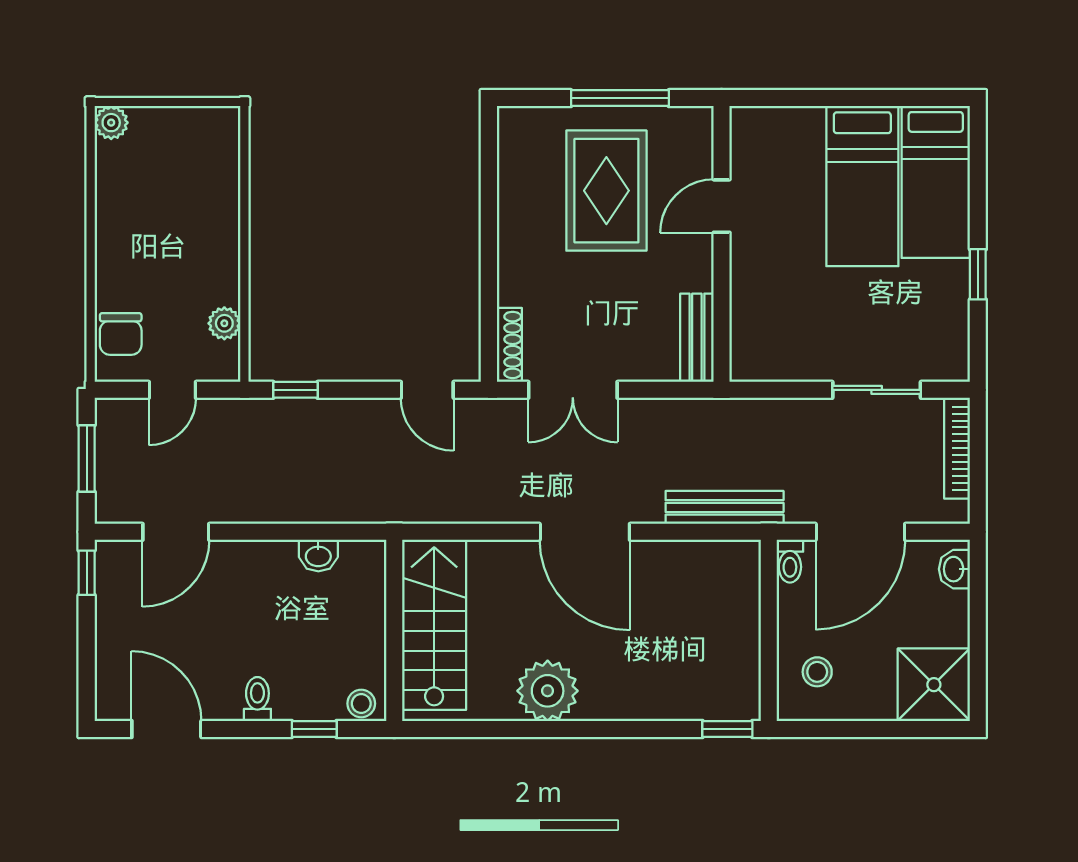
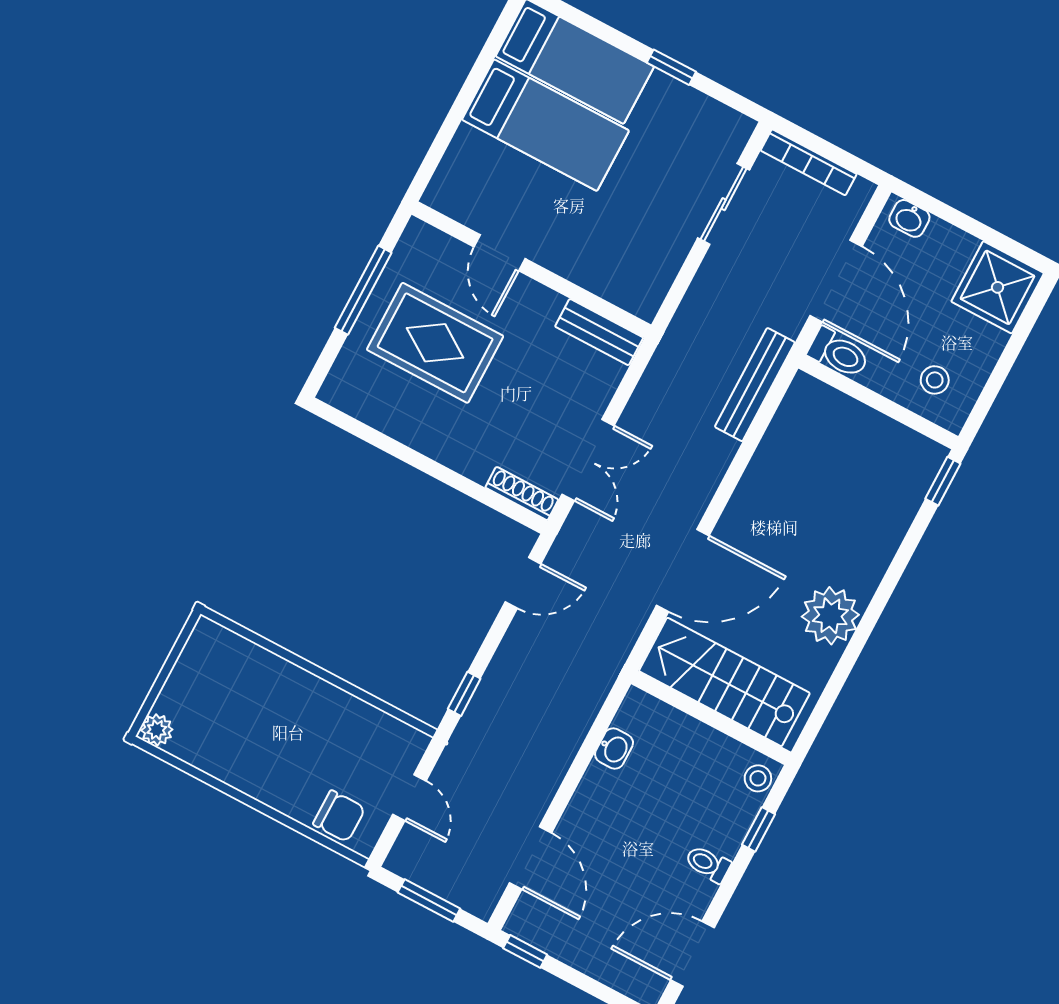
plant: (224, 323) -> (376, 724), removed
door: (585, 532) -> (683, 571), moved
toilet: (790, 561) -> (838, 353), width x1.37, depth x1.39

